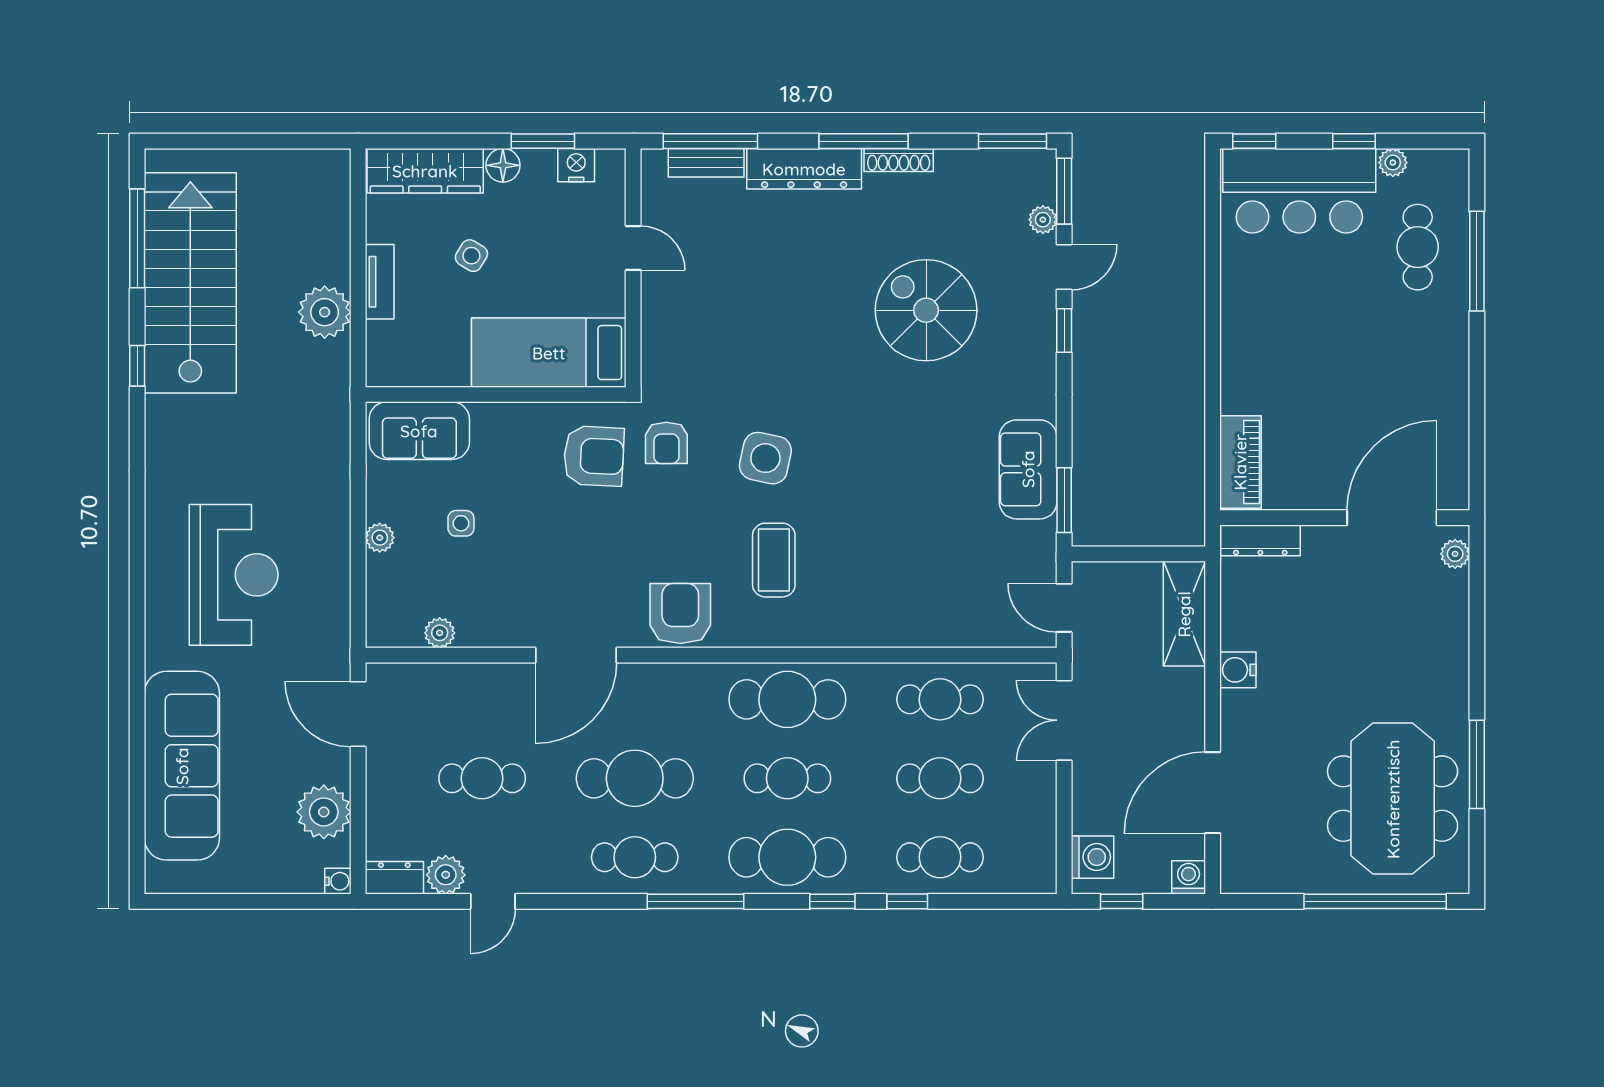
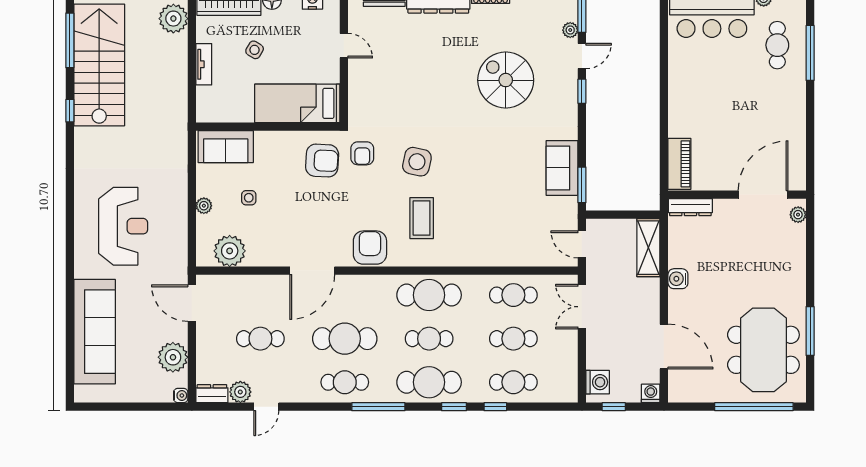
plant: (325, 312) -> (173, 19), moved
plant: (440, 633) -> (230, 251), width x1.87, depth x1.87
door: (1213, 793) -> (664, 347), swing flipped

